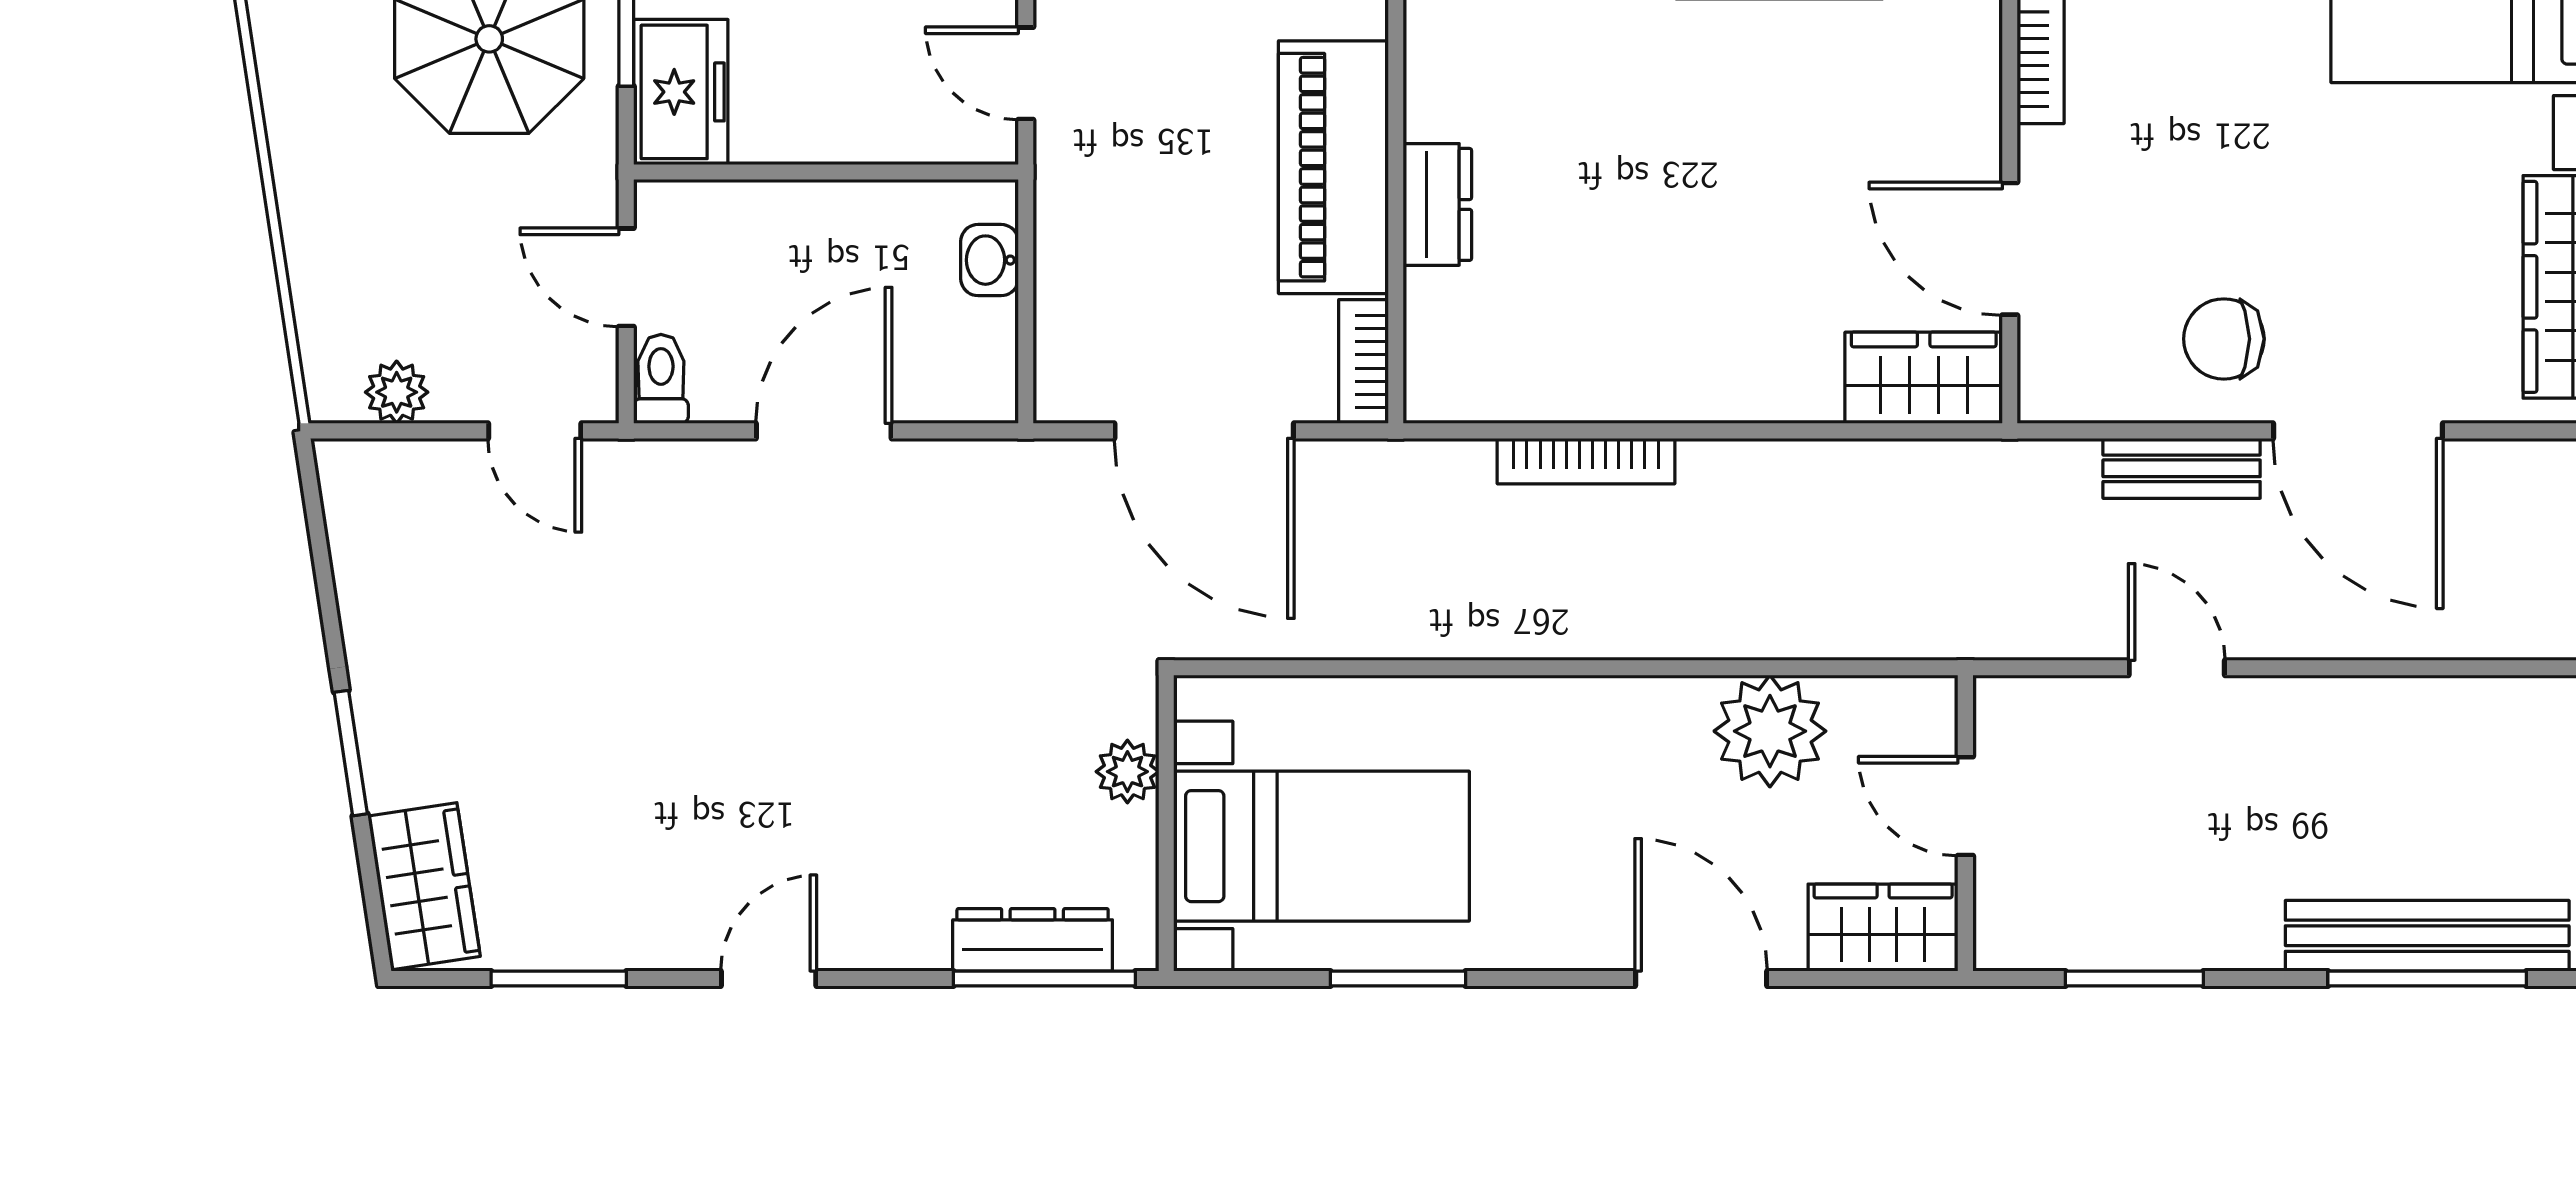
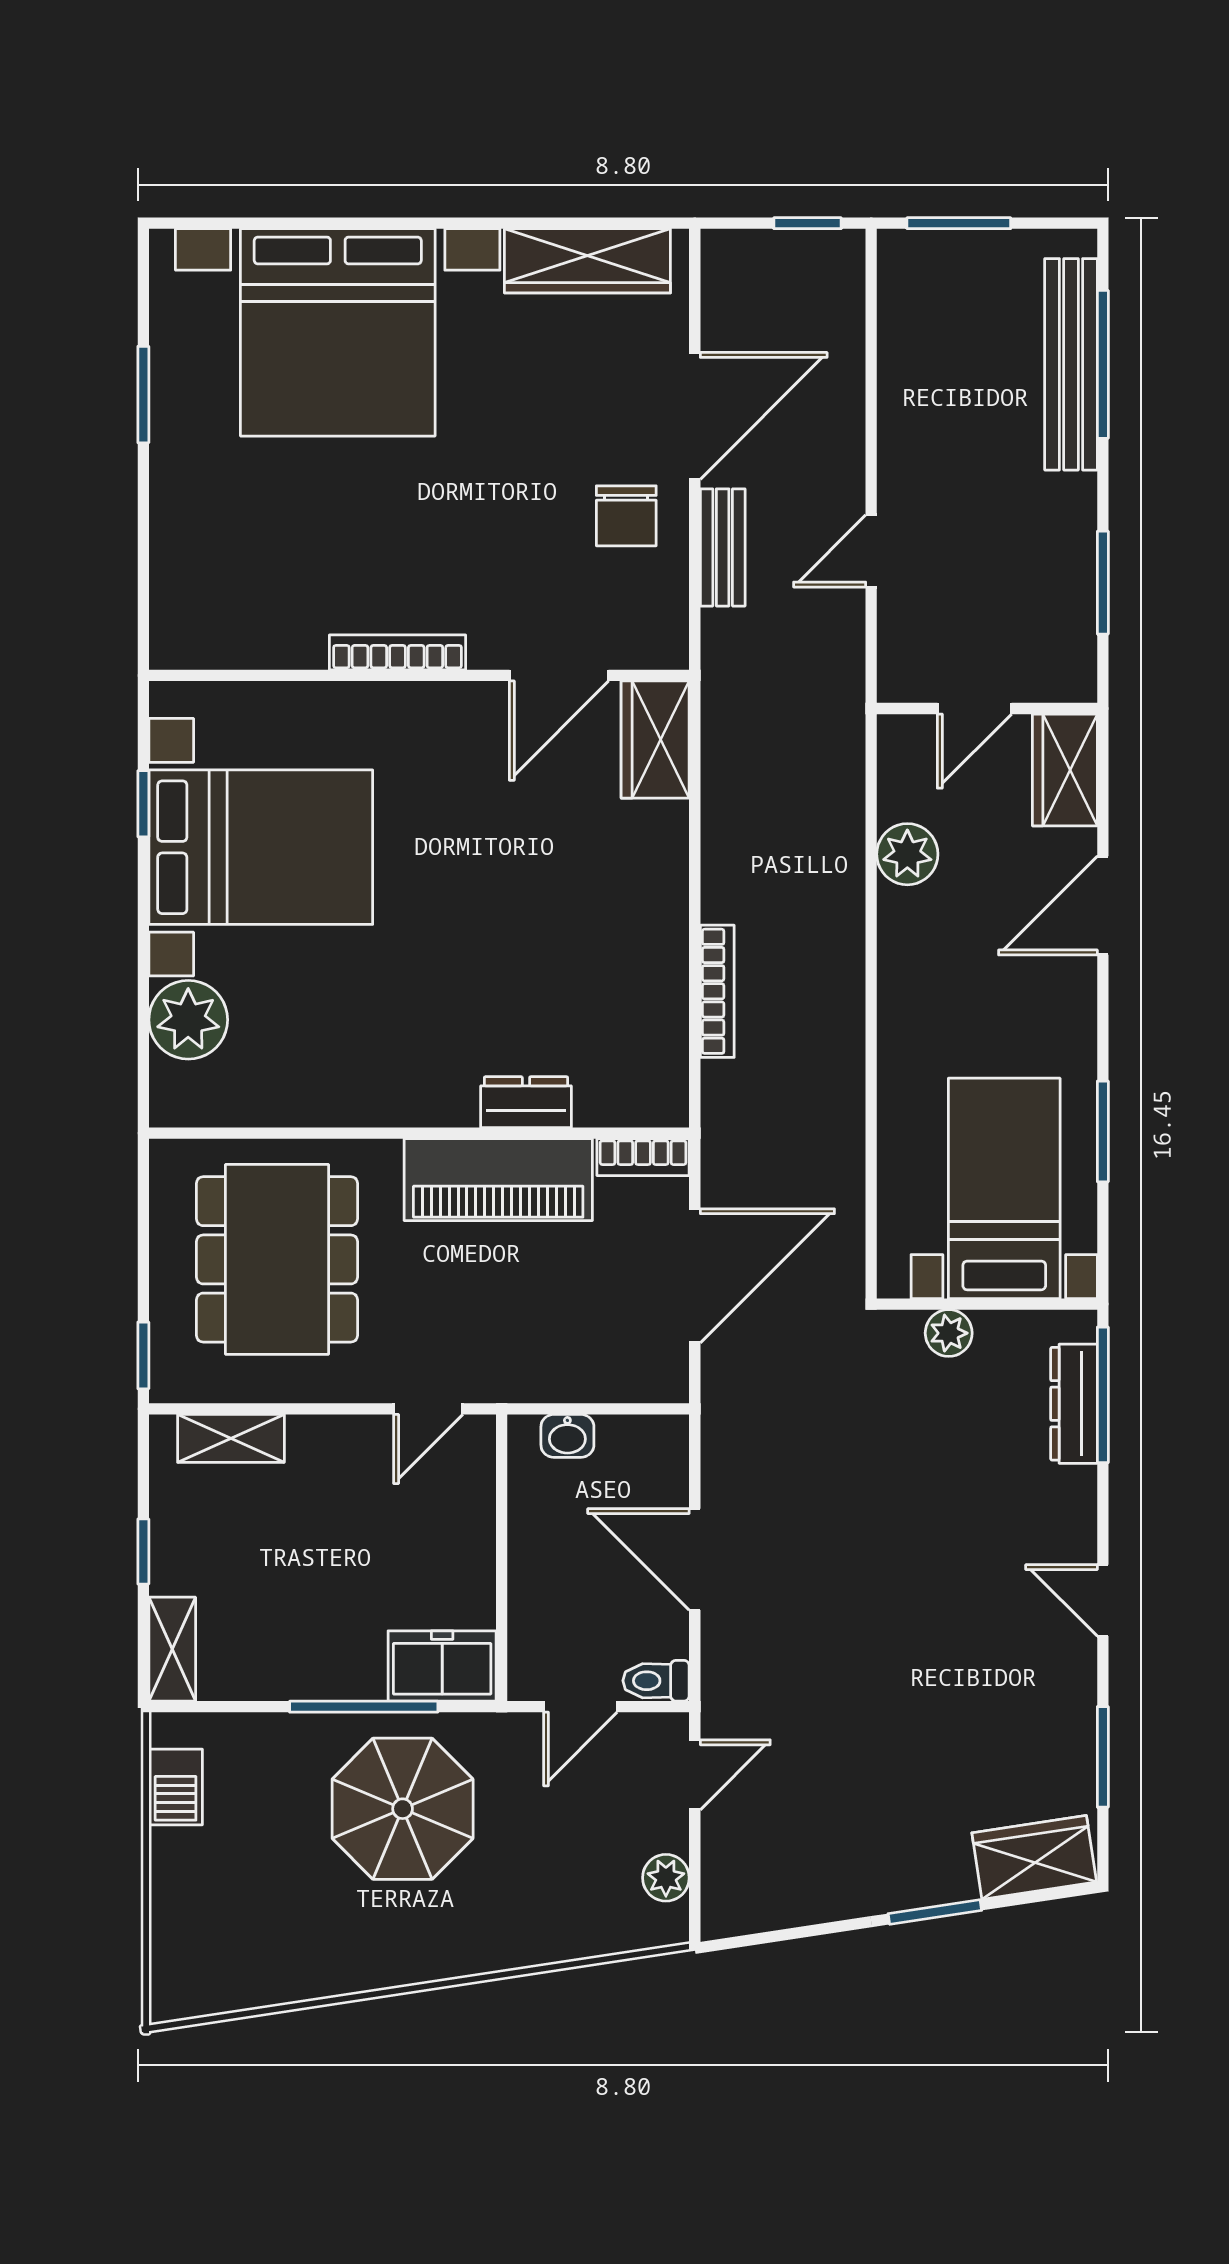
plant: (1770, 731) -> (907, 854), width x0.73, depth x0.73

